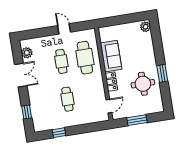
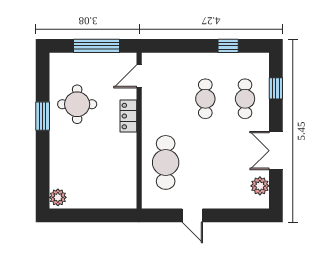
sofa: (111, 56) -> (122, 158), removed
cafe table: (61, 61) -> (245, 99), moved
window: (137, 120) -> (96, 46), width x1.44

